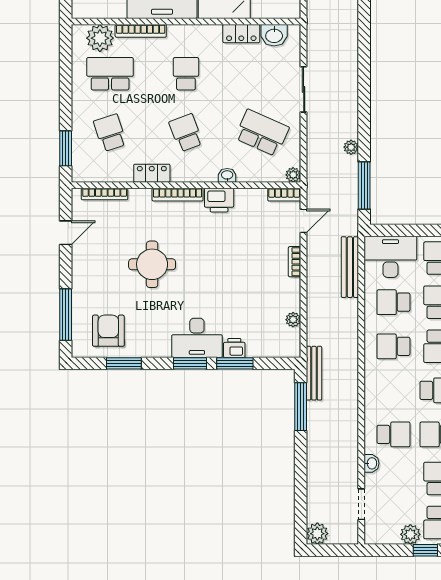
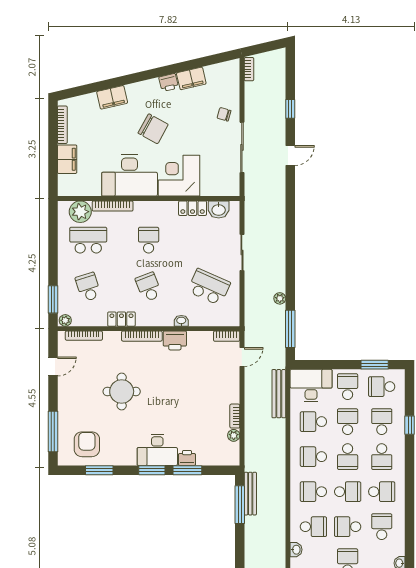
plant: (293, 175) -> (65, 320), moved
bookcase: (295, 262) -> (235, 416), moved
bench: (314, 373) -> (250, 494), moved
school desk: (393, 390) -> (313, 492), added

